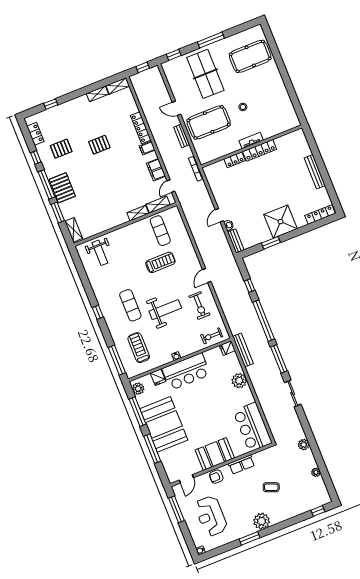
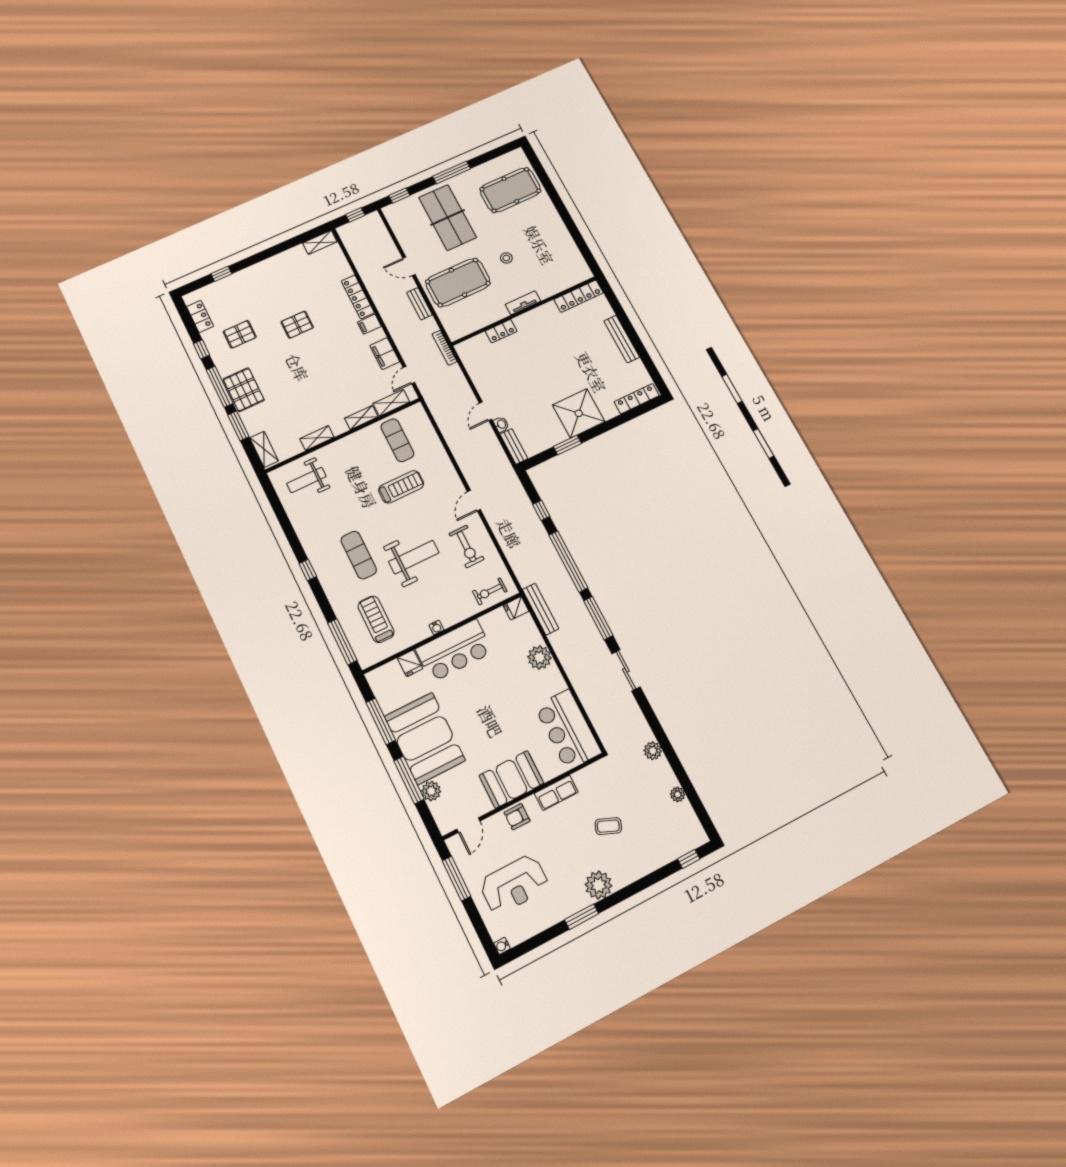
shelving: (97, 94) -> (317, 438), moved
locker: (260, 150) -> (579, 296), moved
weight bench: (100, 253) -> (306, 480), turned 90
plant: (138, 389) -> (431, 791), moved
reception desk: (211, 516) -> (514, 885), turned -90

